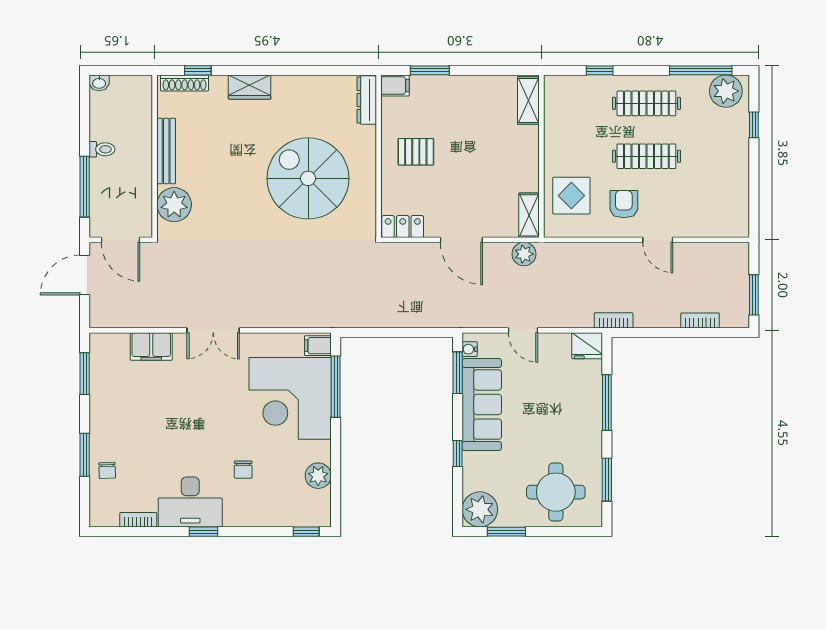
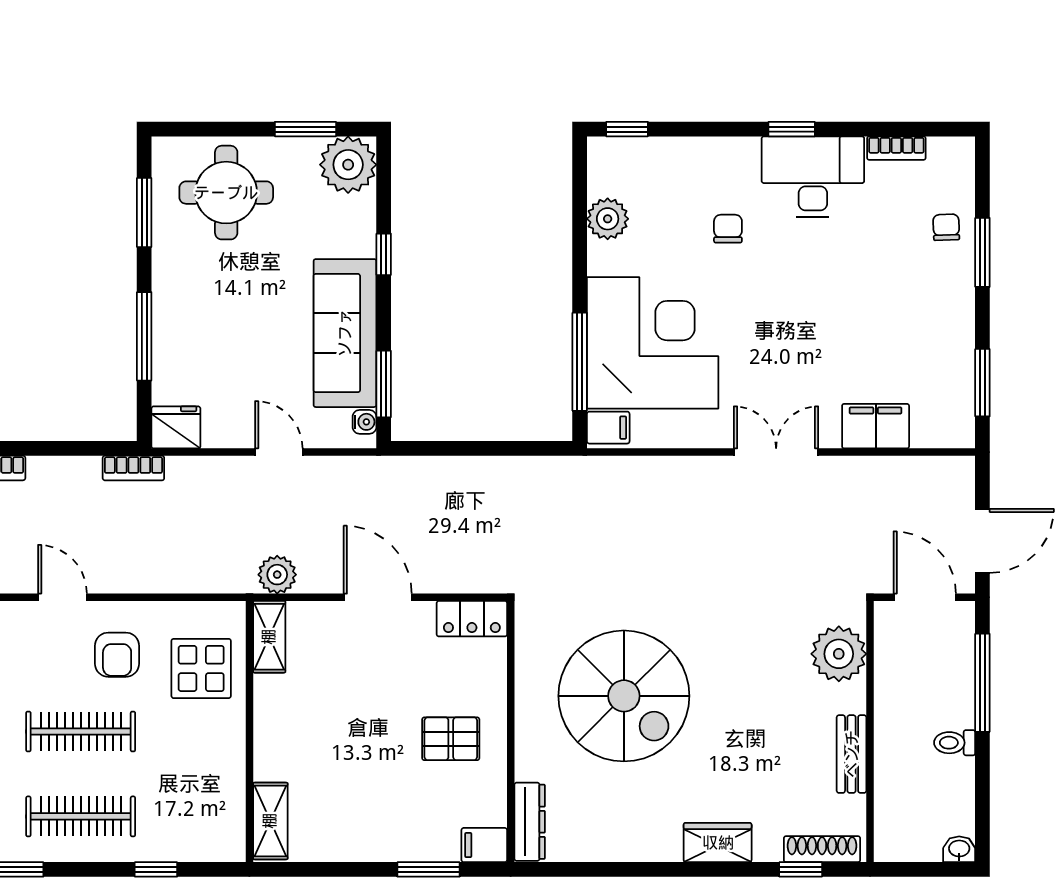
bench: (166, 151) -> (852, 754), width x0.73

